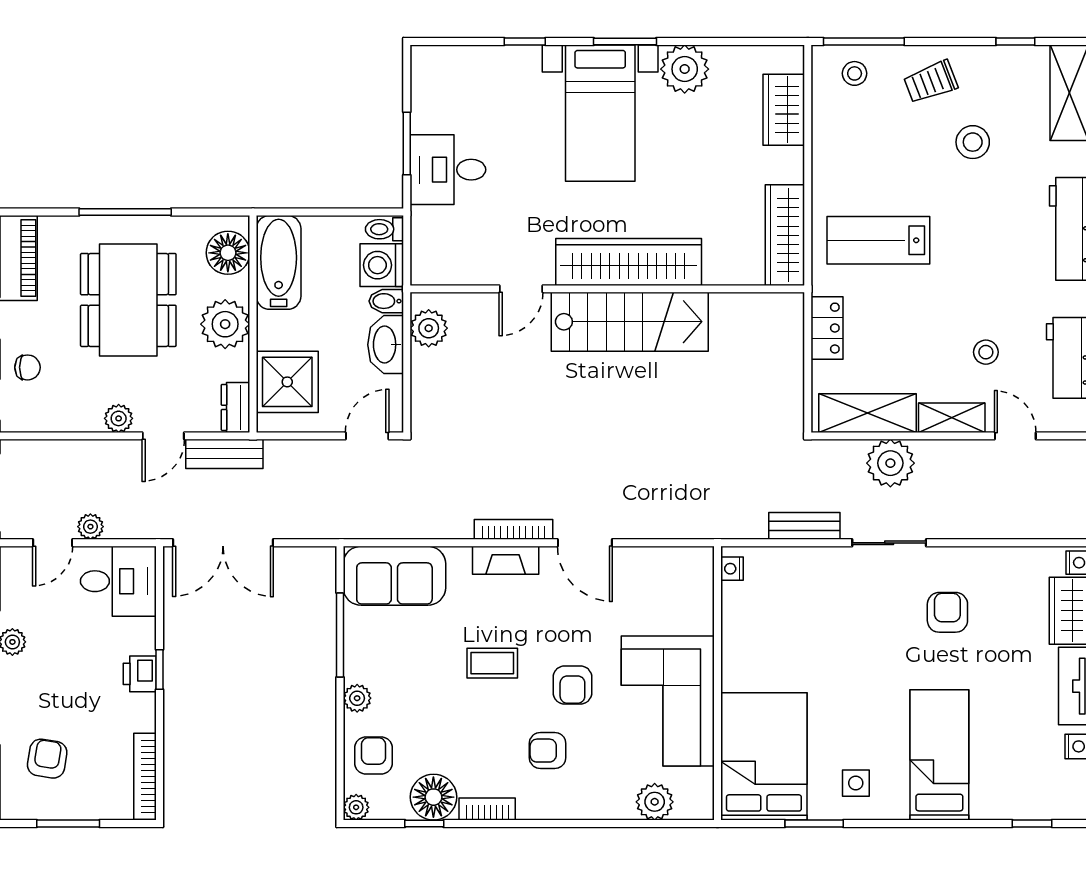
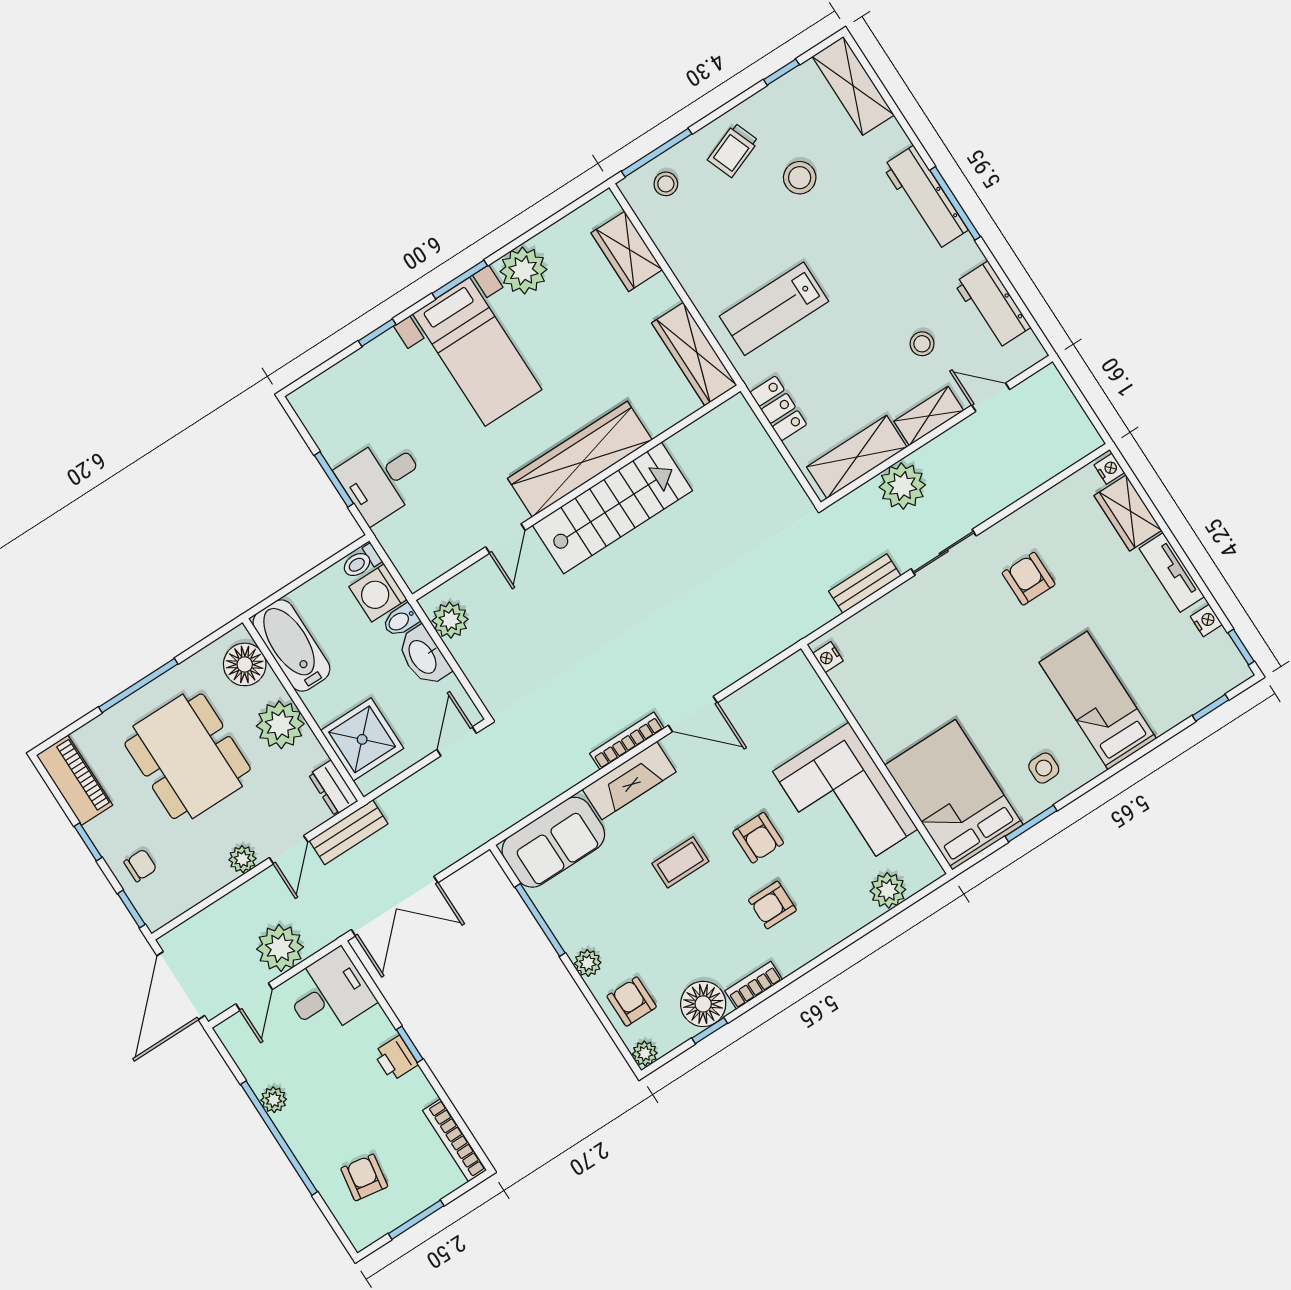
plant: (90, 527) -> (280, 948), width x1.87, depth x1.87
fireplace: (506, 560) -> (629, 781), width x1.37, depth x1.32

